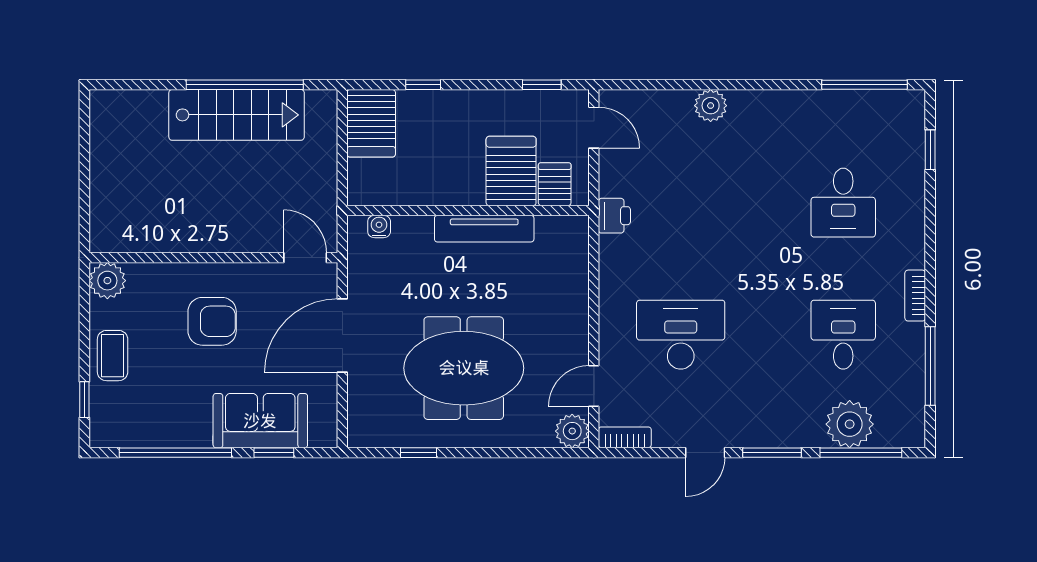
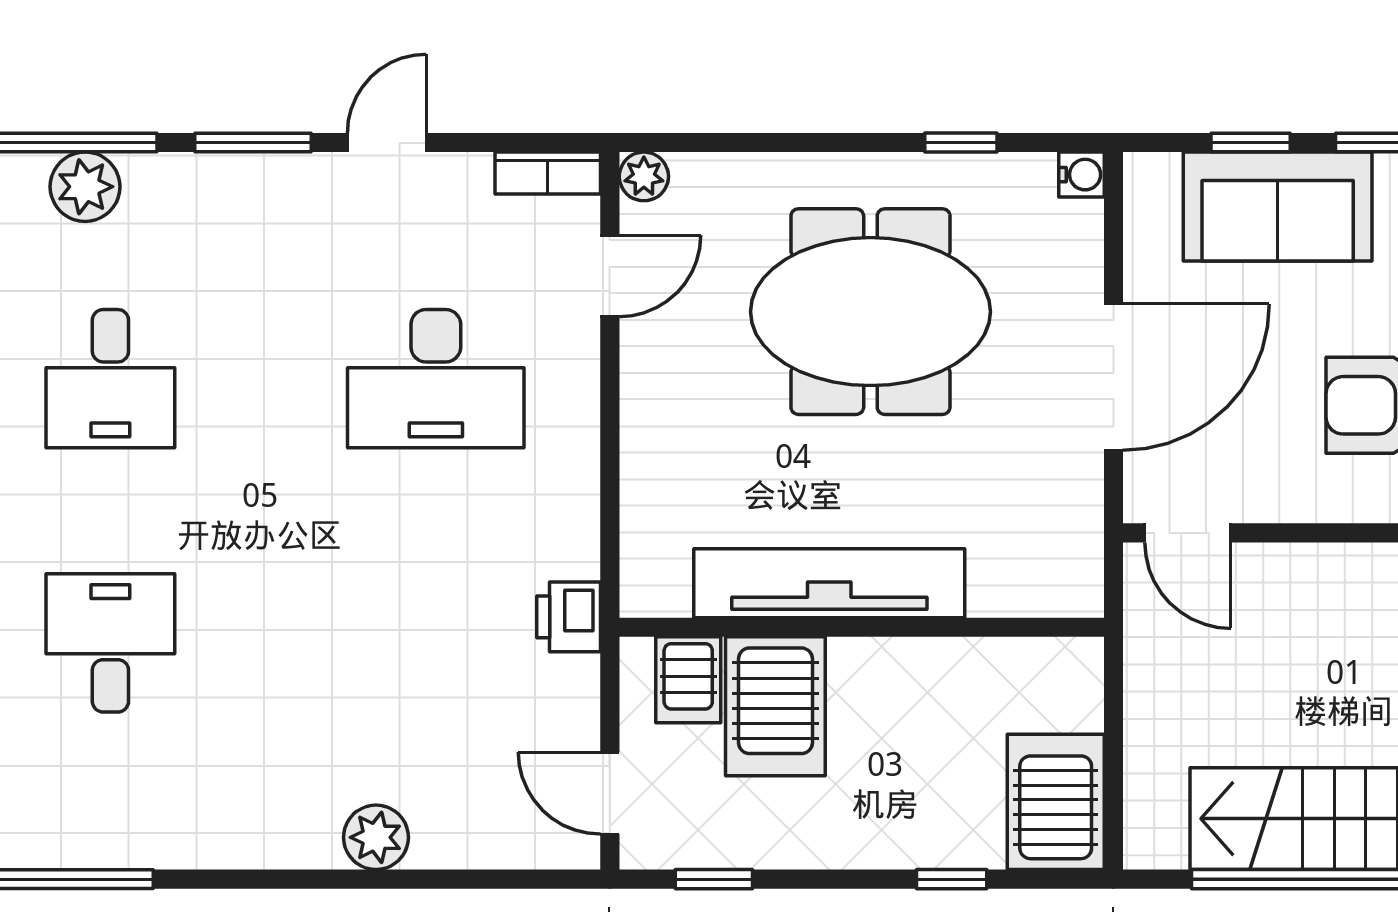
water cooler: (379, 226) -> (1081, 175), moved, turned -90
tv unit: (484, 229) -> (829, 583), width x1.36, depth x1.29
plant: (850, 424) -> (85, 187), width x0.73, depth x0.73
plant: (572, 431) -> (644, 176), width x0.73, depth x0.73

